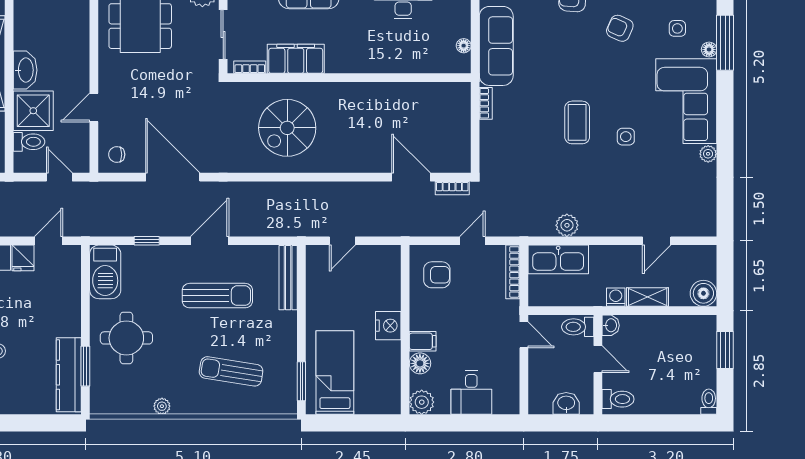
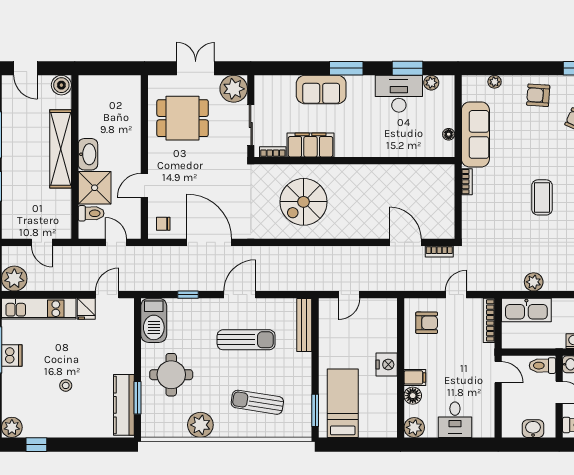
plant: (162, 406) -> (200, 425), width x1.88, depth x1.88

